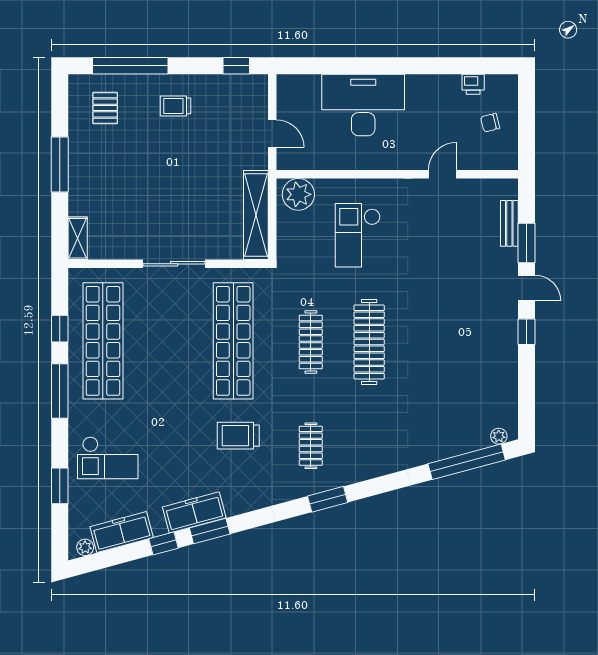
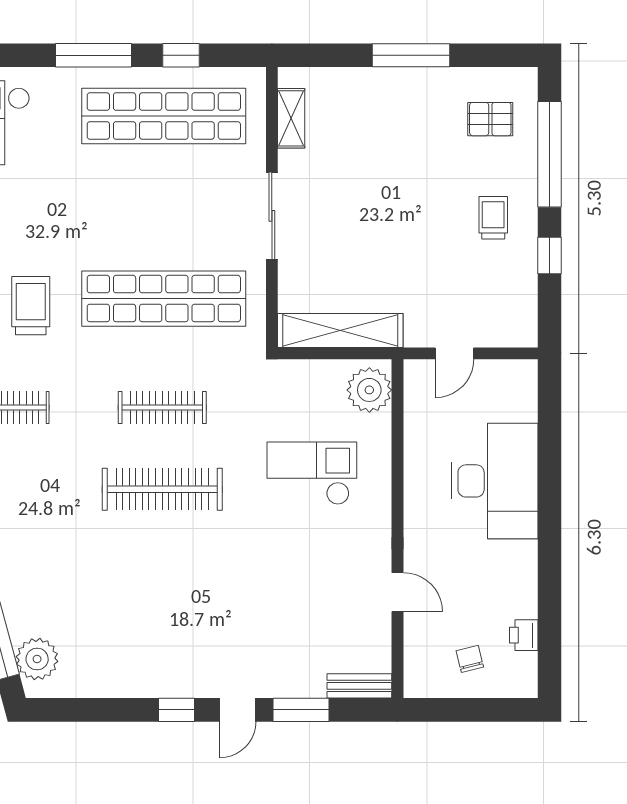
window: (236, 66) -> (549, 256), moved
bench: (509, 223) -> (359, 686), moved
shelving: (78, 238) -> (291, 118), moved, turned 90
plant: (499, 436) -> (37, 659), width x1.88, depth x1.88

